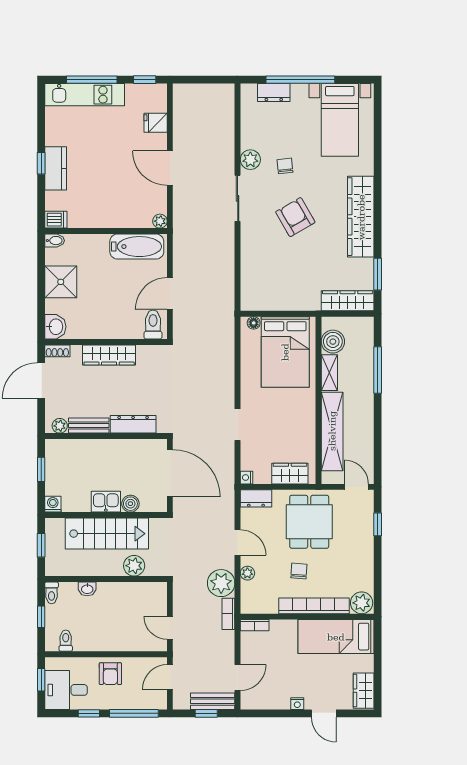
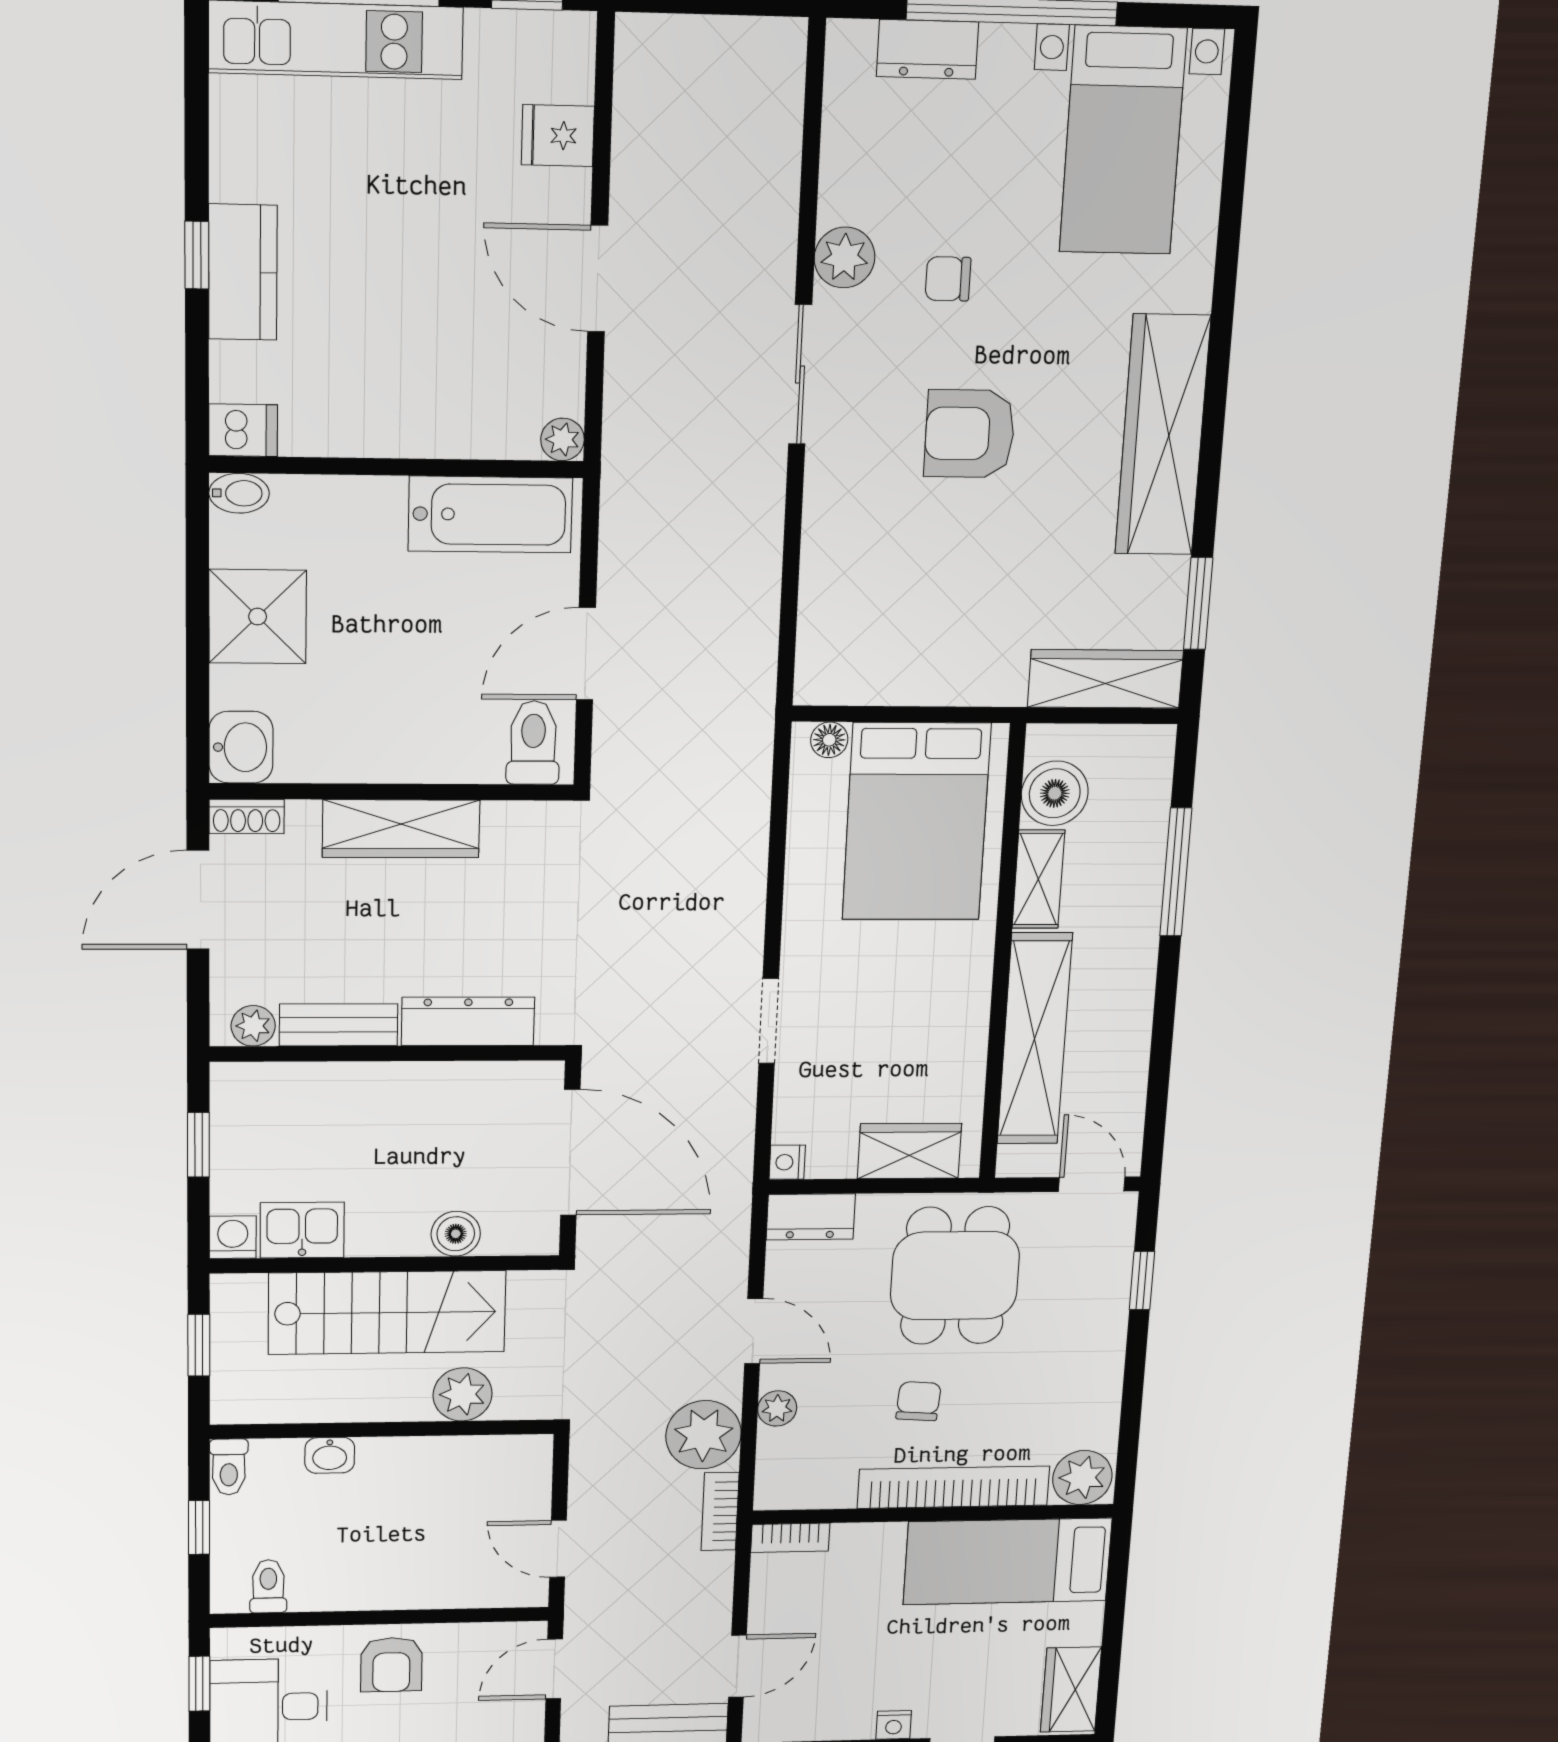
chair: (285, 166) -> (948, 279), turned -84
armchair: (295, 217) -> (970, 434), turned -60
kitchen sink: (106, 502) -> (302, 1230), moved

